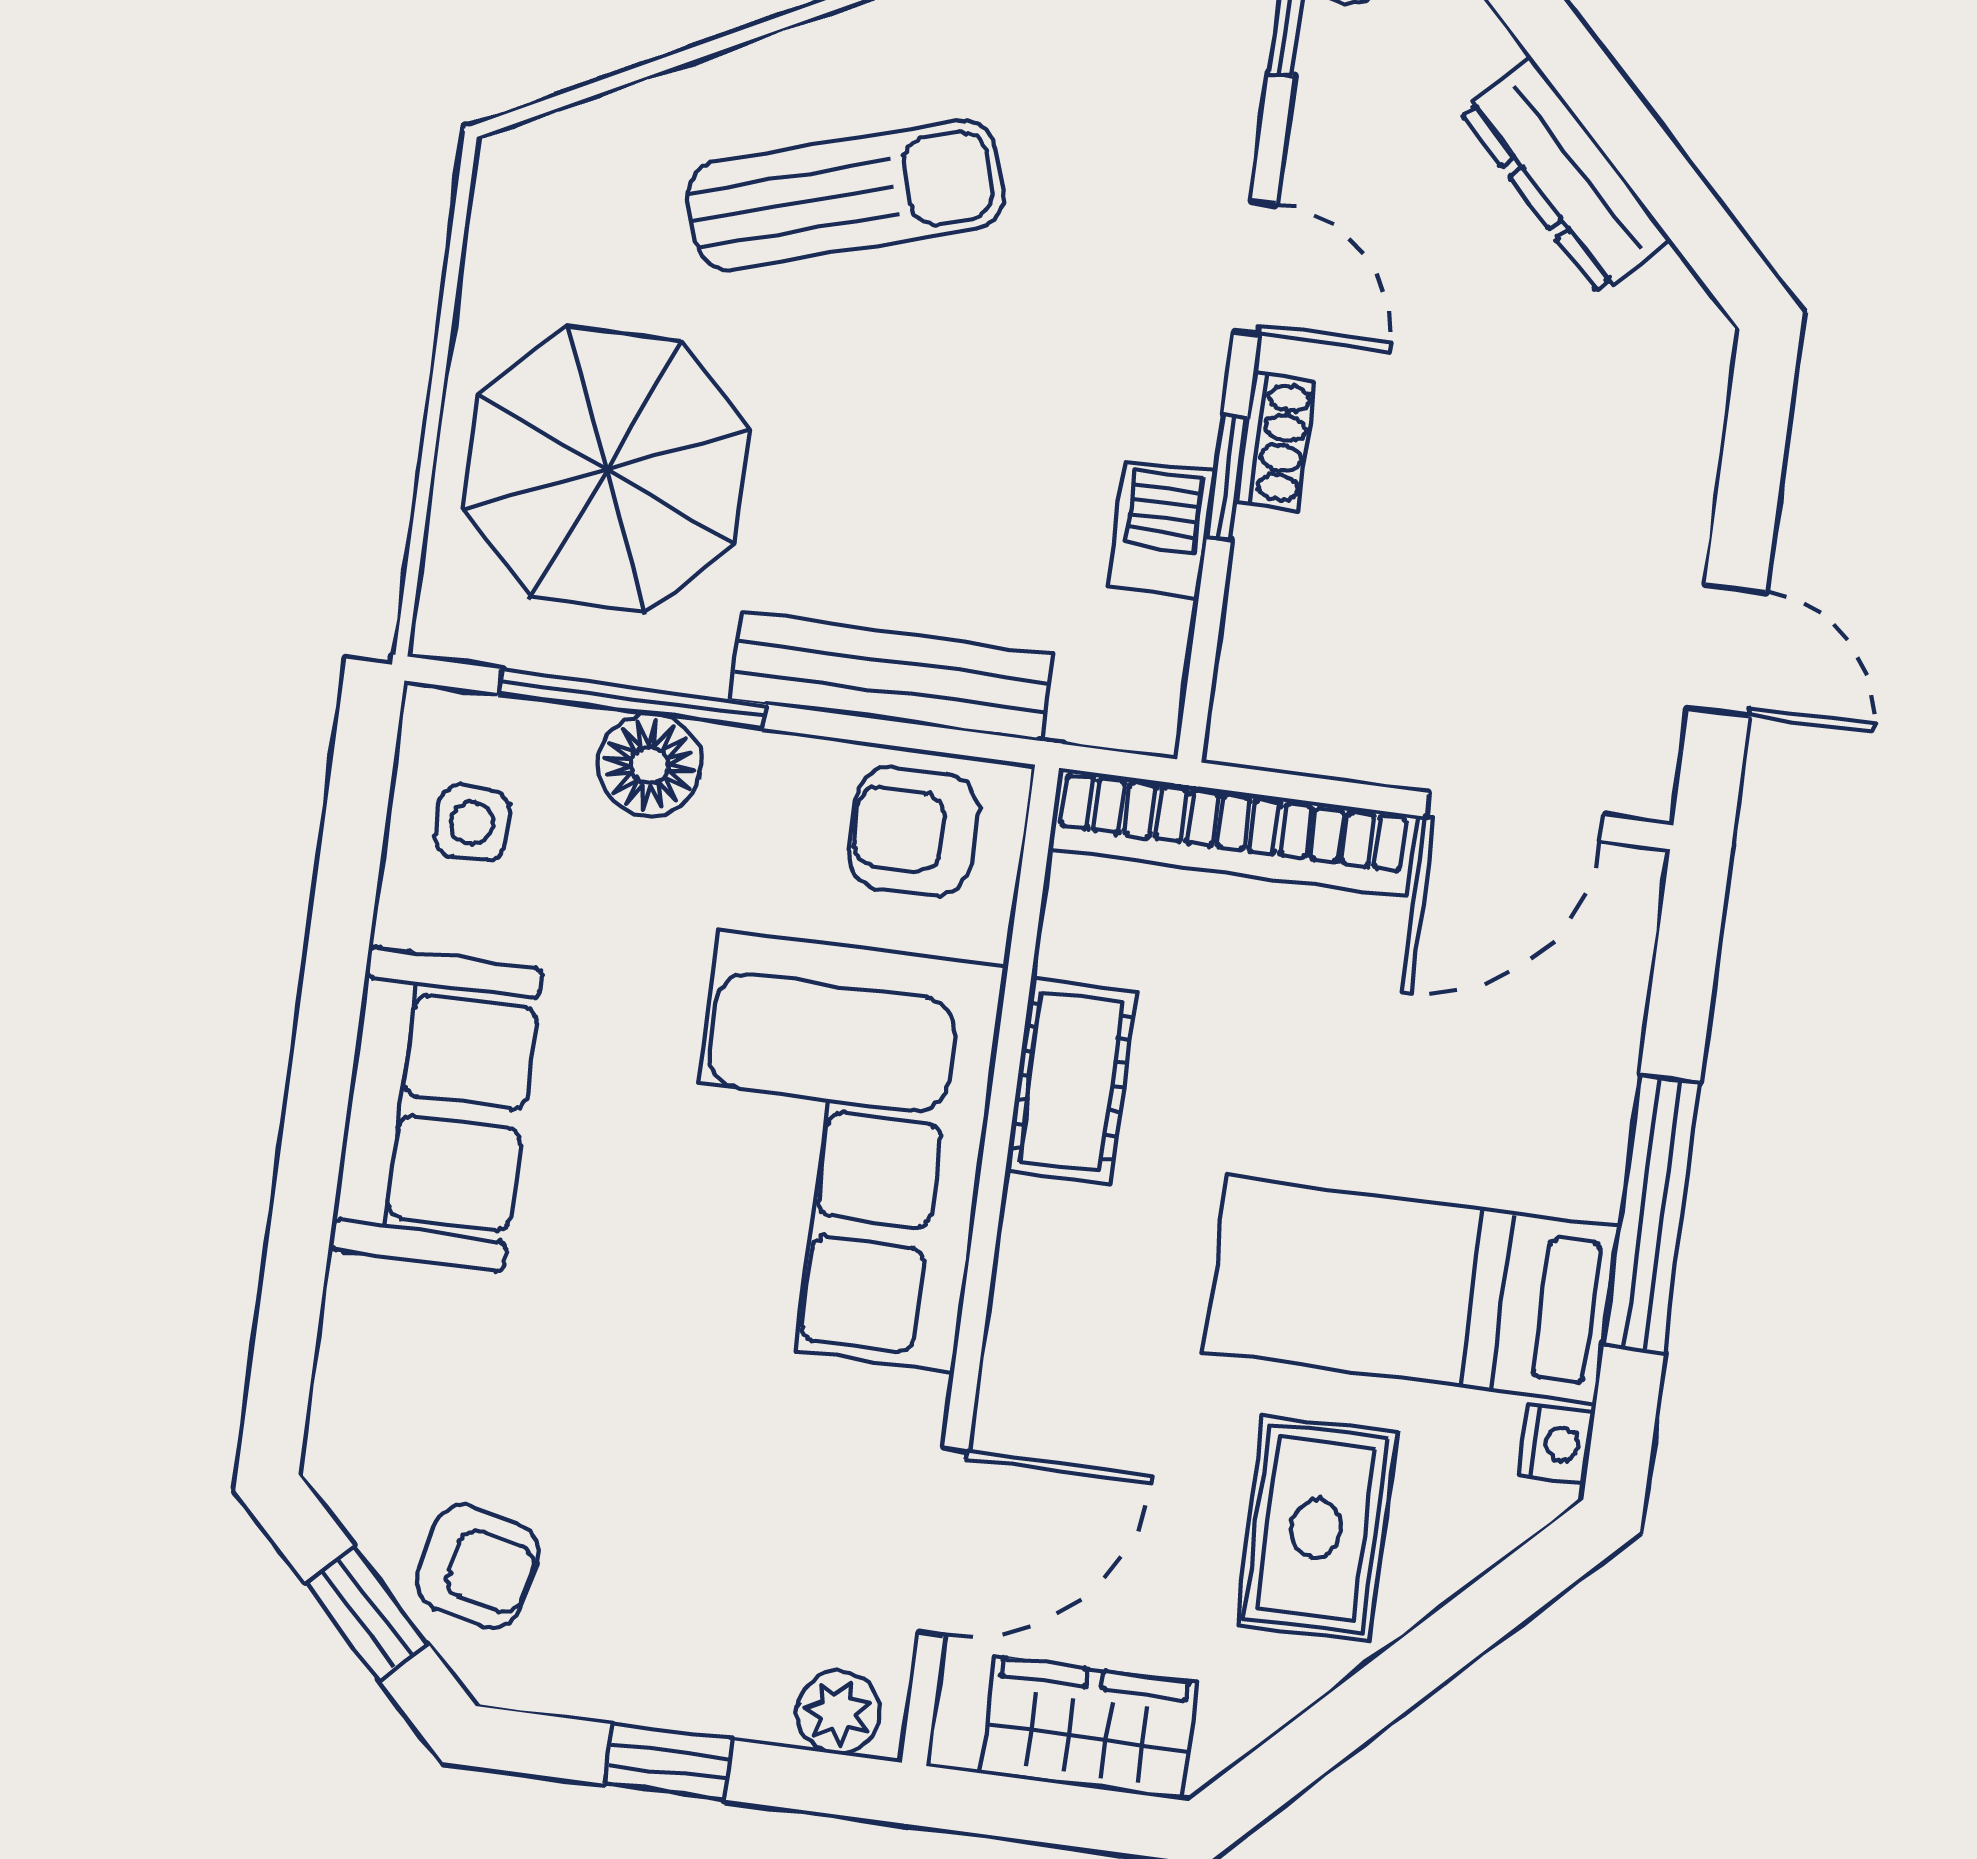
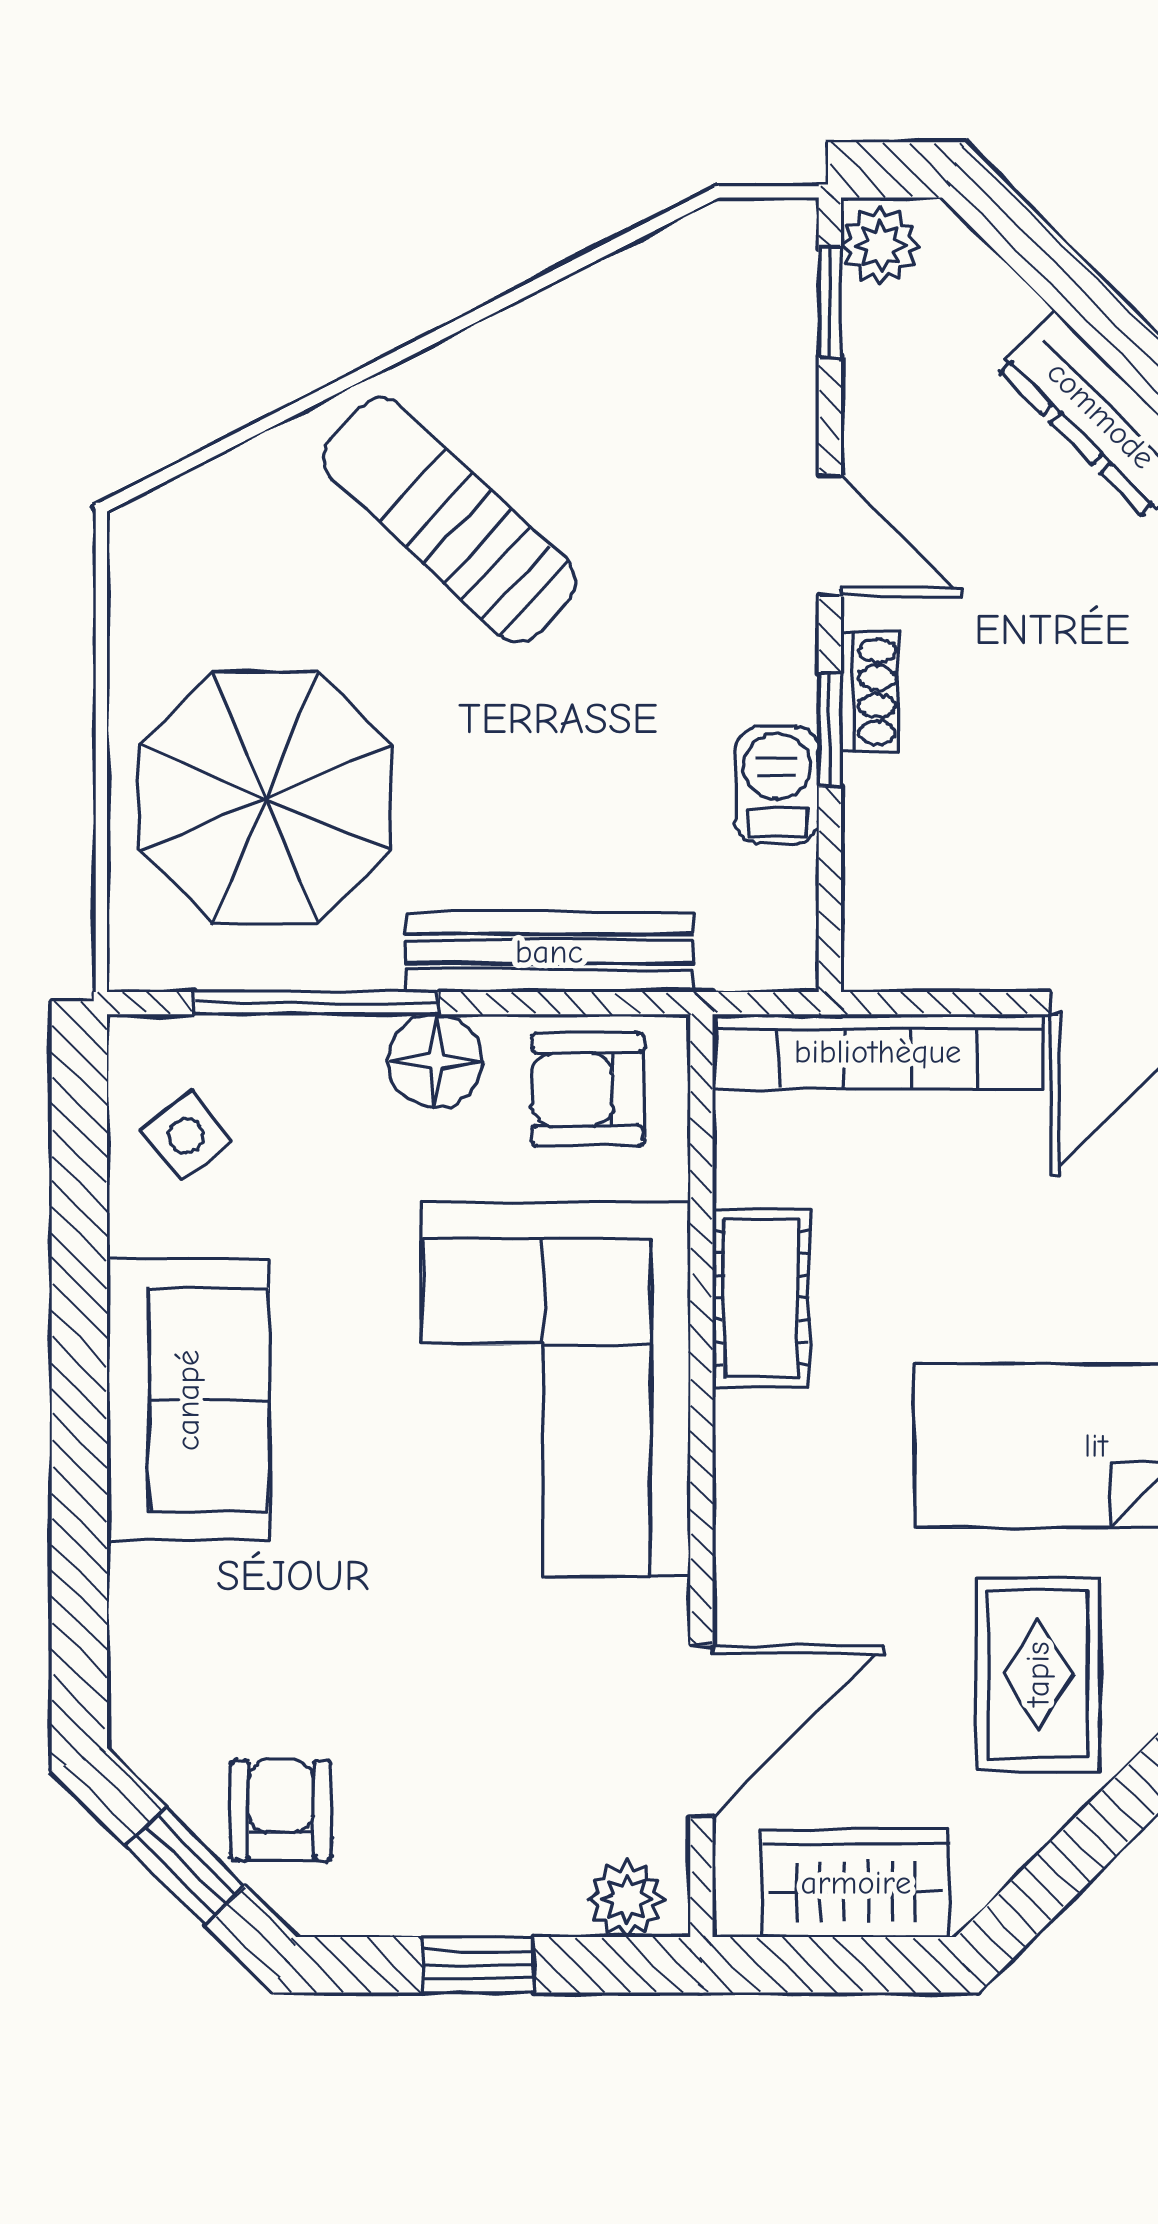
sun lounger: (846, 195) -> (449, 520), turned -120
floor lamp: (650, 765) -> (435, 1061), moved
side table: (472, 823) -> (186, 1136), turned -37
armchair: (478, 1566) -> (281, 1810), turned -103

